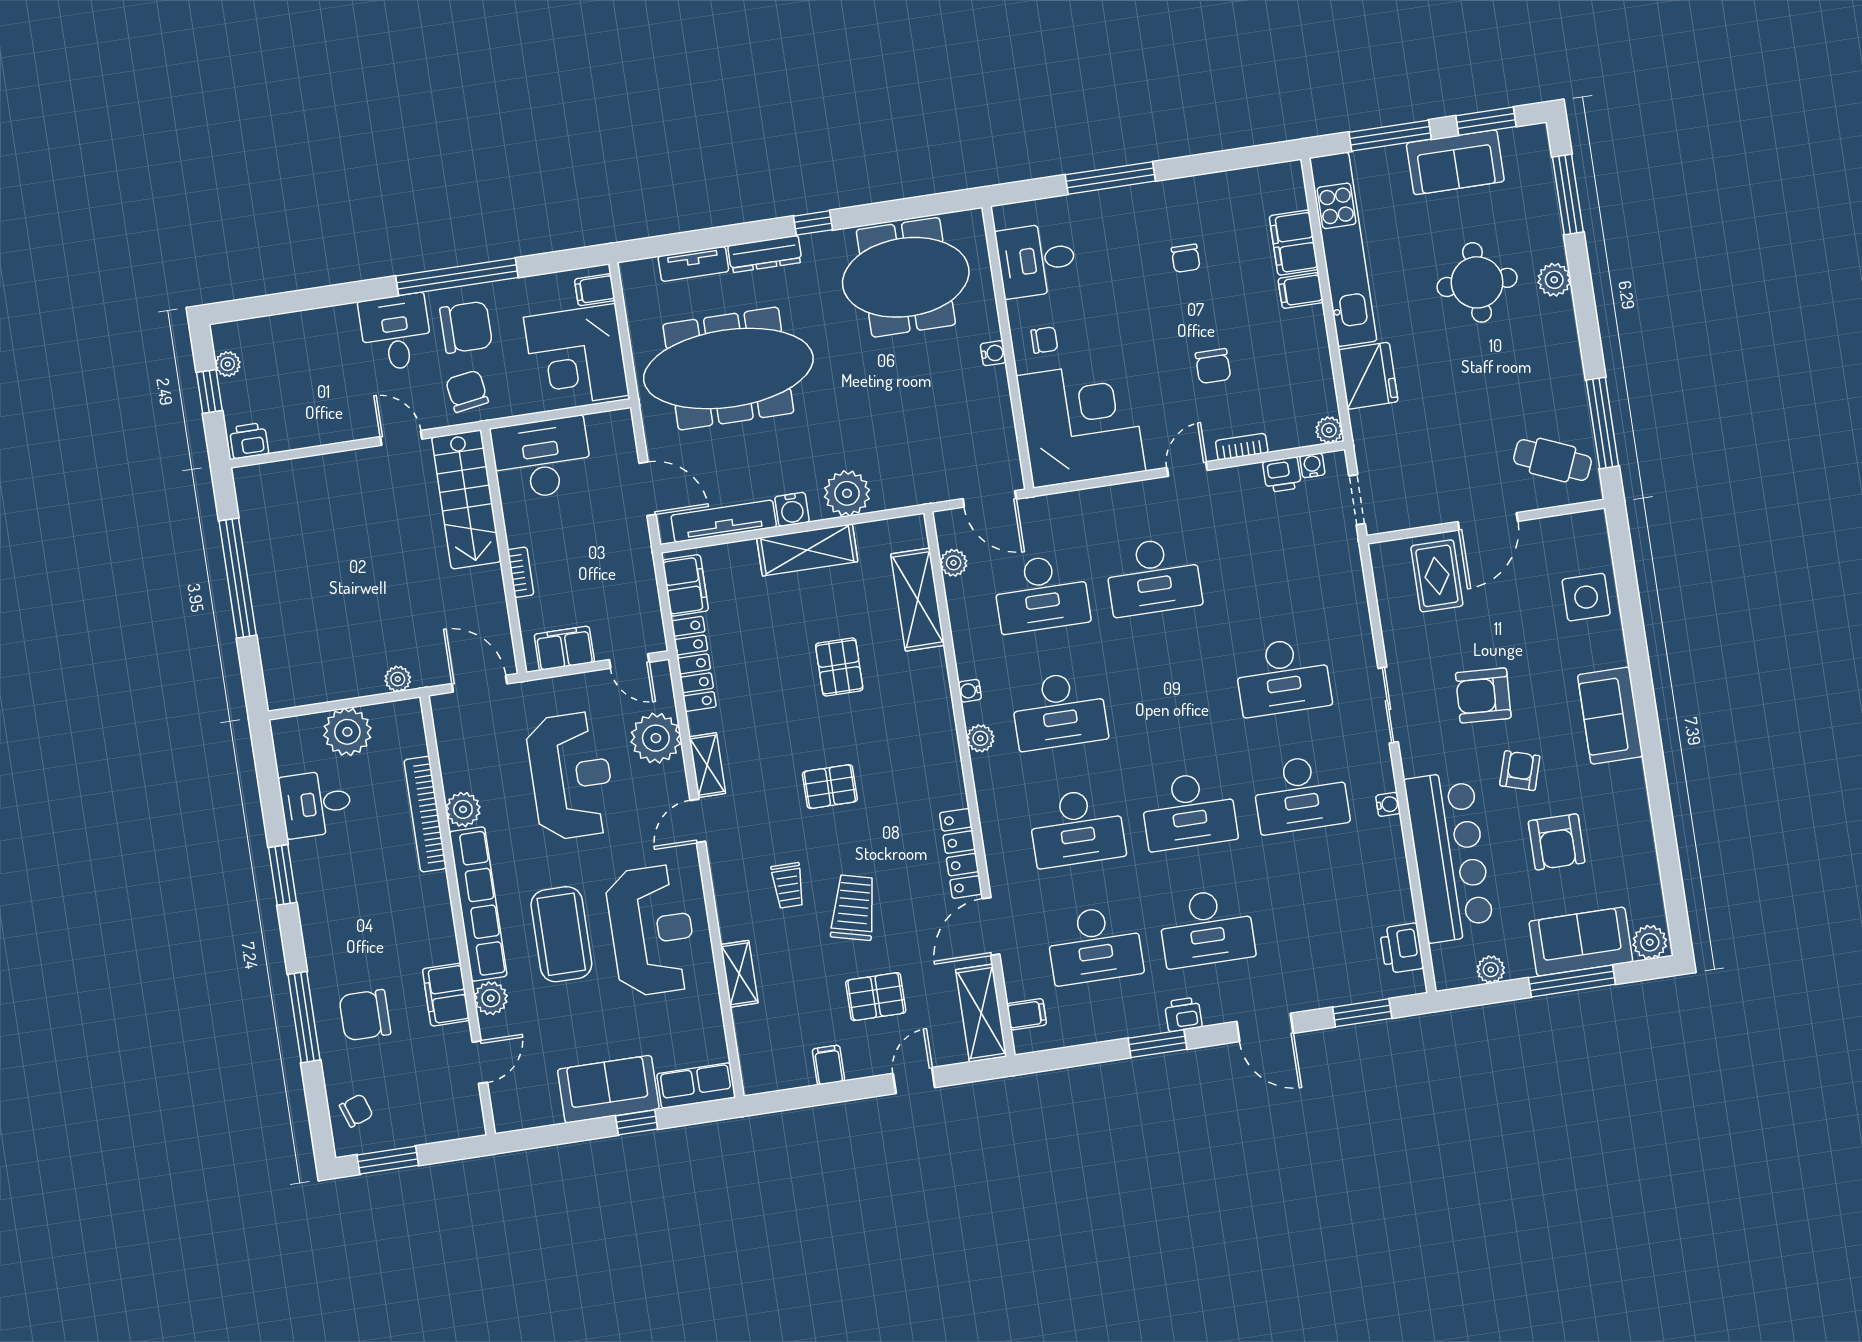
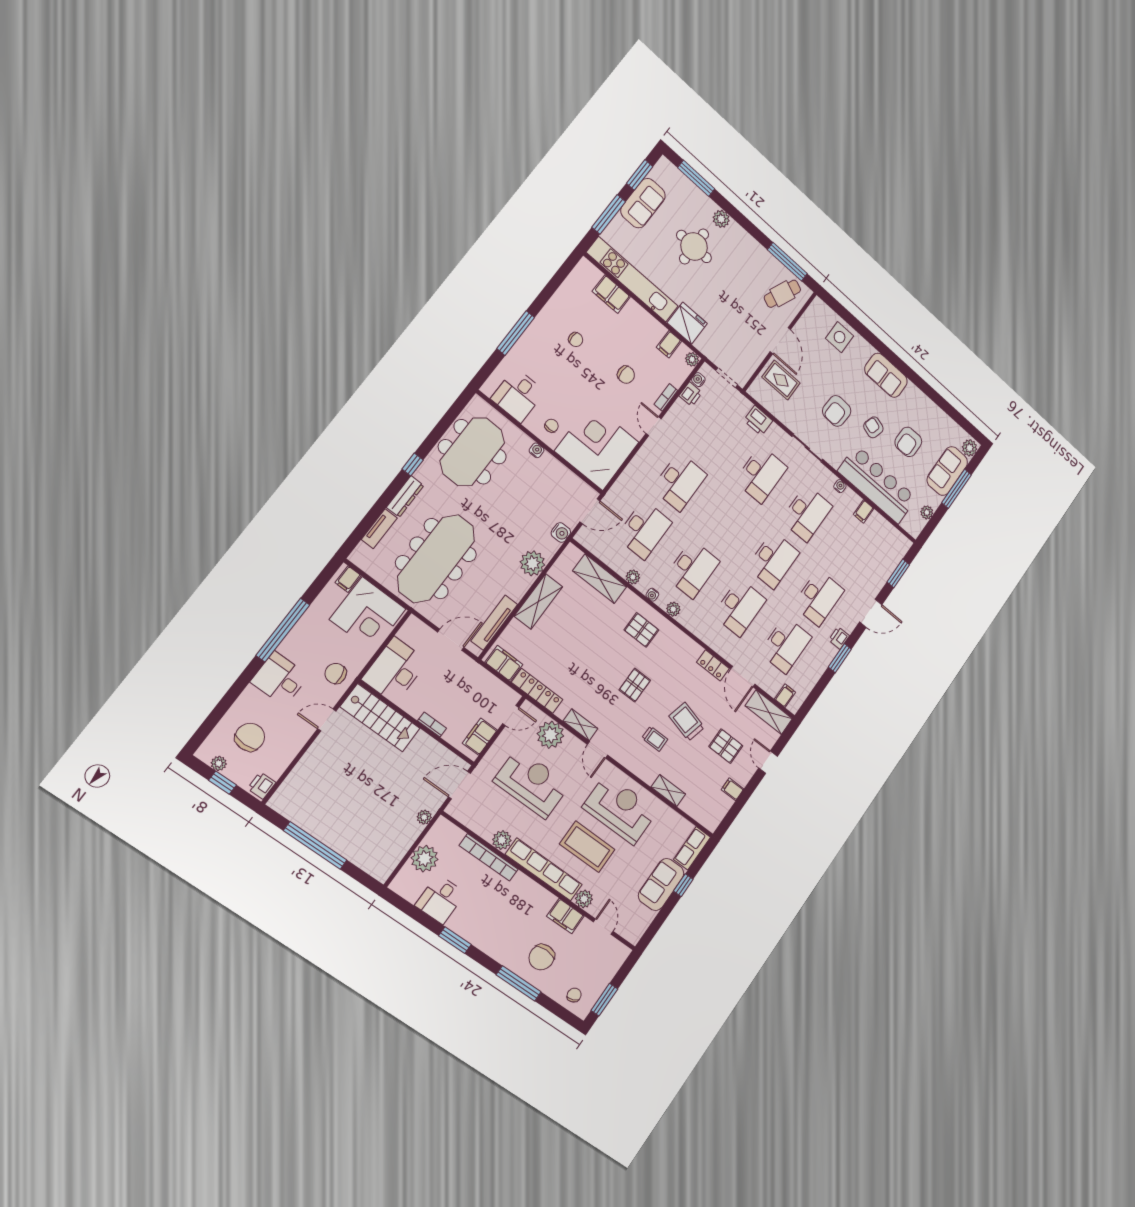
filing cabinet: (1301, 291) -> (669, 344), moved
chair: (466, 327) -> (250, 737), moved
water cooler: (792, 509) -> (561, 533), moved
plant: (954, 563) -> (633, 577), moved
pallet: (839, 667) -> (641, 630), moved
armchair: (1557, 842) -> (908, 442), turned 90
locker: (961, 853) -> (713, 665), width x0.66
filing cabinet: (1391, 874) -> (864, 511), added
printer: (1402, 948) -> (758, 421), moved
pallet: (876, 997) -> (726, 746), turned 90

